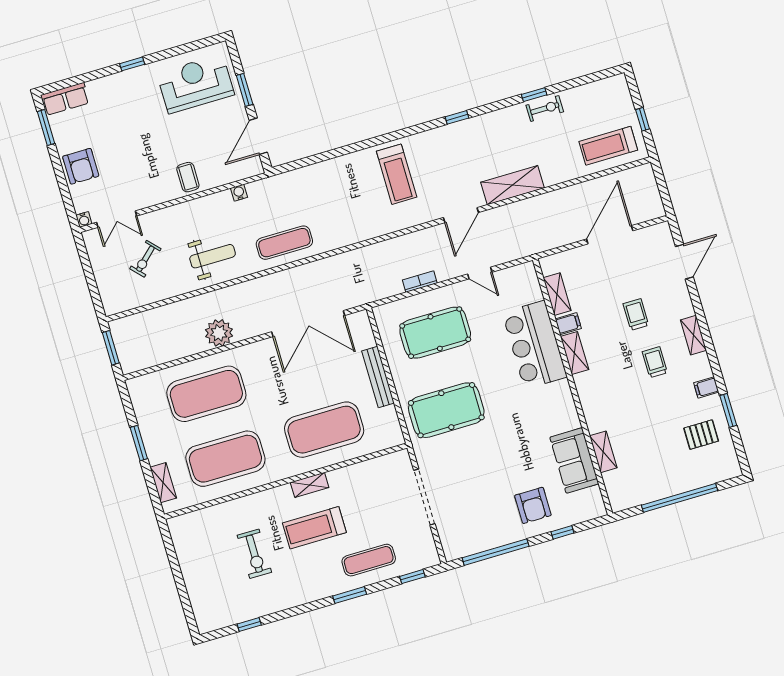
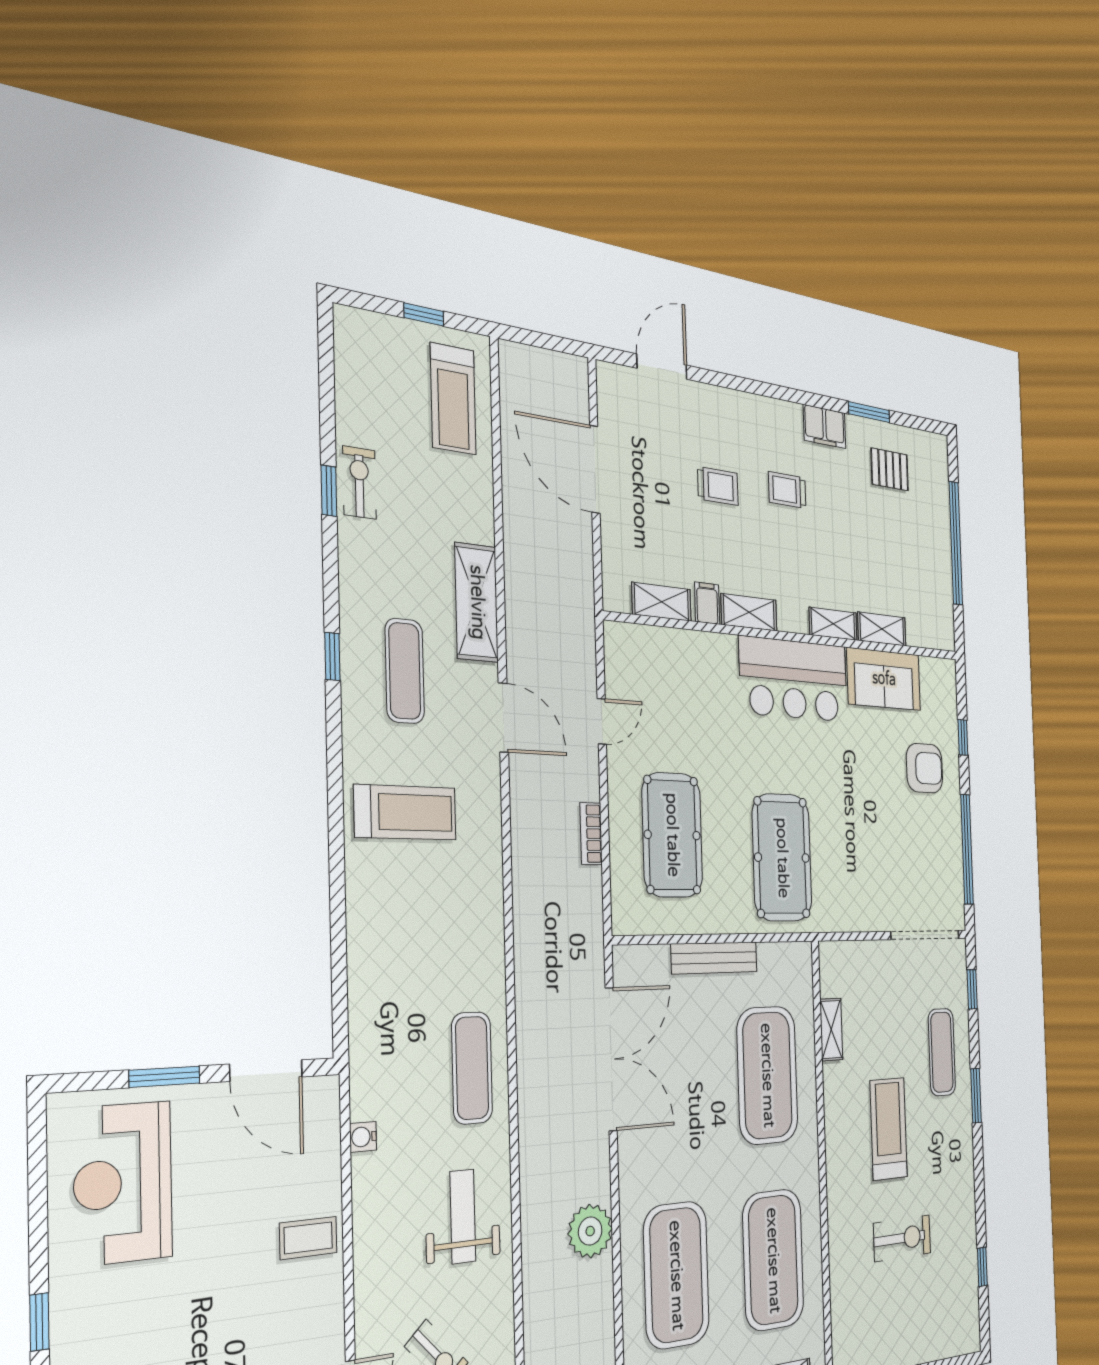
exercise mat: (464, 156) -> (405, 671), added
door: (684, 262) -> (662, 367), hinge flipped
trolley: (636, 314) -> (718, 486), turned 180
shelving: (693, 335) -> (833, 624), moved
bar counter: (535, 345) -> (794, 679), moved
filing cabinet: (706, 387) -> (825, 427), width x2.00
pallet: (701, 435) -> (890, 469), turned 90
shelving: (310, 485) -> (831, 1029), moved
doorway: (424, 497) -> (925, 935), moved
treadmill: (314, 528) -> (889, 1129), turned 180

